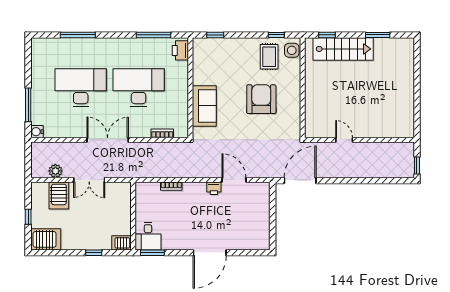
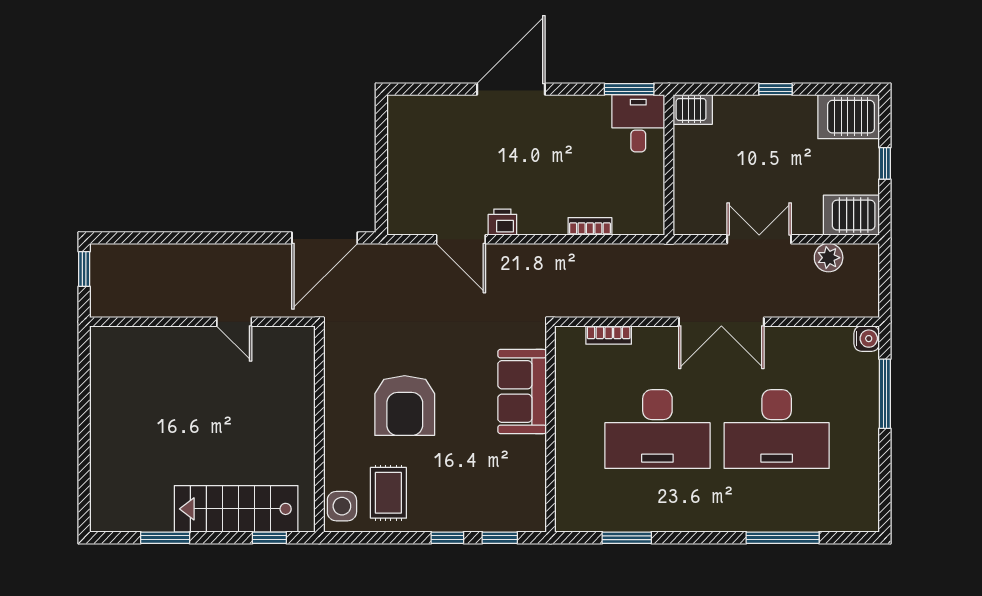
window: (153, 35) -> (627, 538), width x0.69
window: (276, 35) -> (447, 538), moved
printer: (180, 50) -> (571, 506), removed
server rack: (59, 196) -> (851, 215), moved, turned -90
window: (94, 253) -> (776, 89), moved

